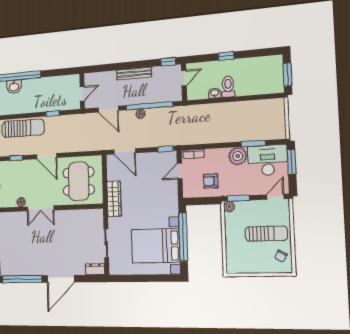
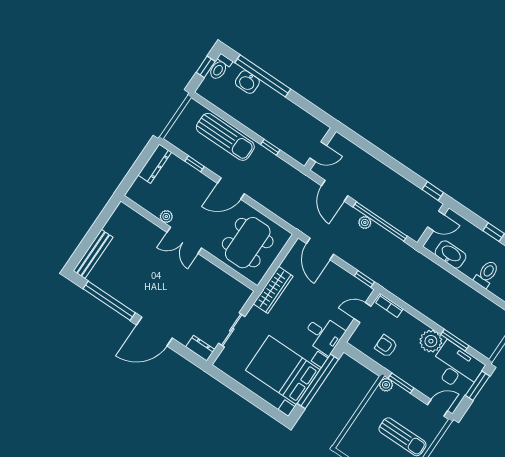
bench: (134, 74) -> (389, 175), removed
toilet: (228, 87) -> (487, 274), moved
washbasin: (215, 93) -> (451, 254), width x1.91, depth x1.45
door: (47, 156) -> (231, 189), hinge flipped
desk: (165, 204) -> (324, 334), added

